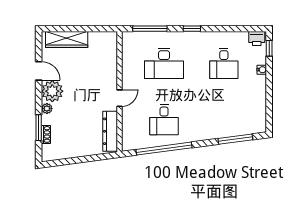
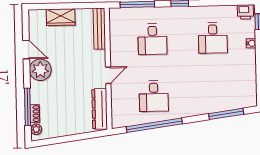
wardrobe: (67, 39) -> (61, 17), width x0.67
bench: (112, 52) -> (99, 29), added
desk: (164, 63) -> (152, 39), width x0.73
plant: (47, 108) -> (36, 129), moved
window: (39, 128) -> (27, 107), width x1.44

